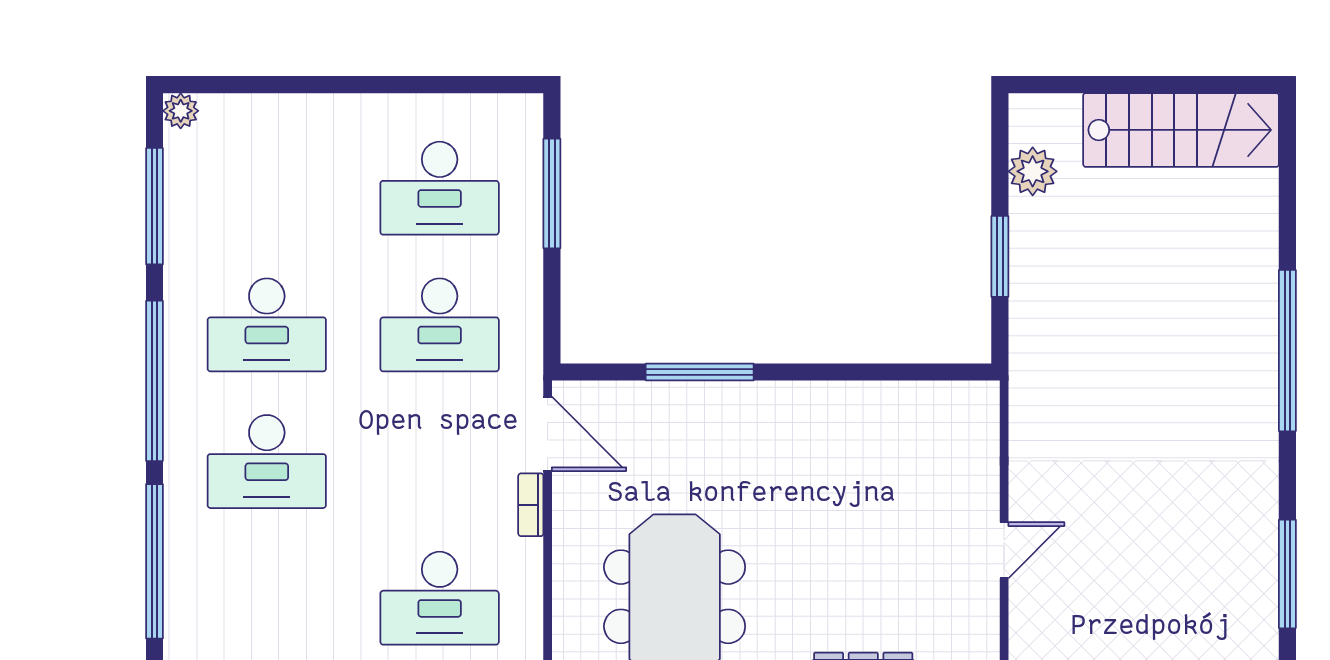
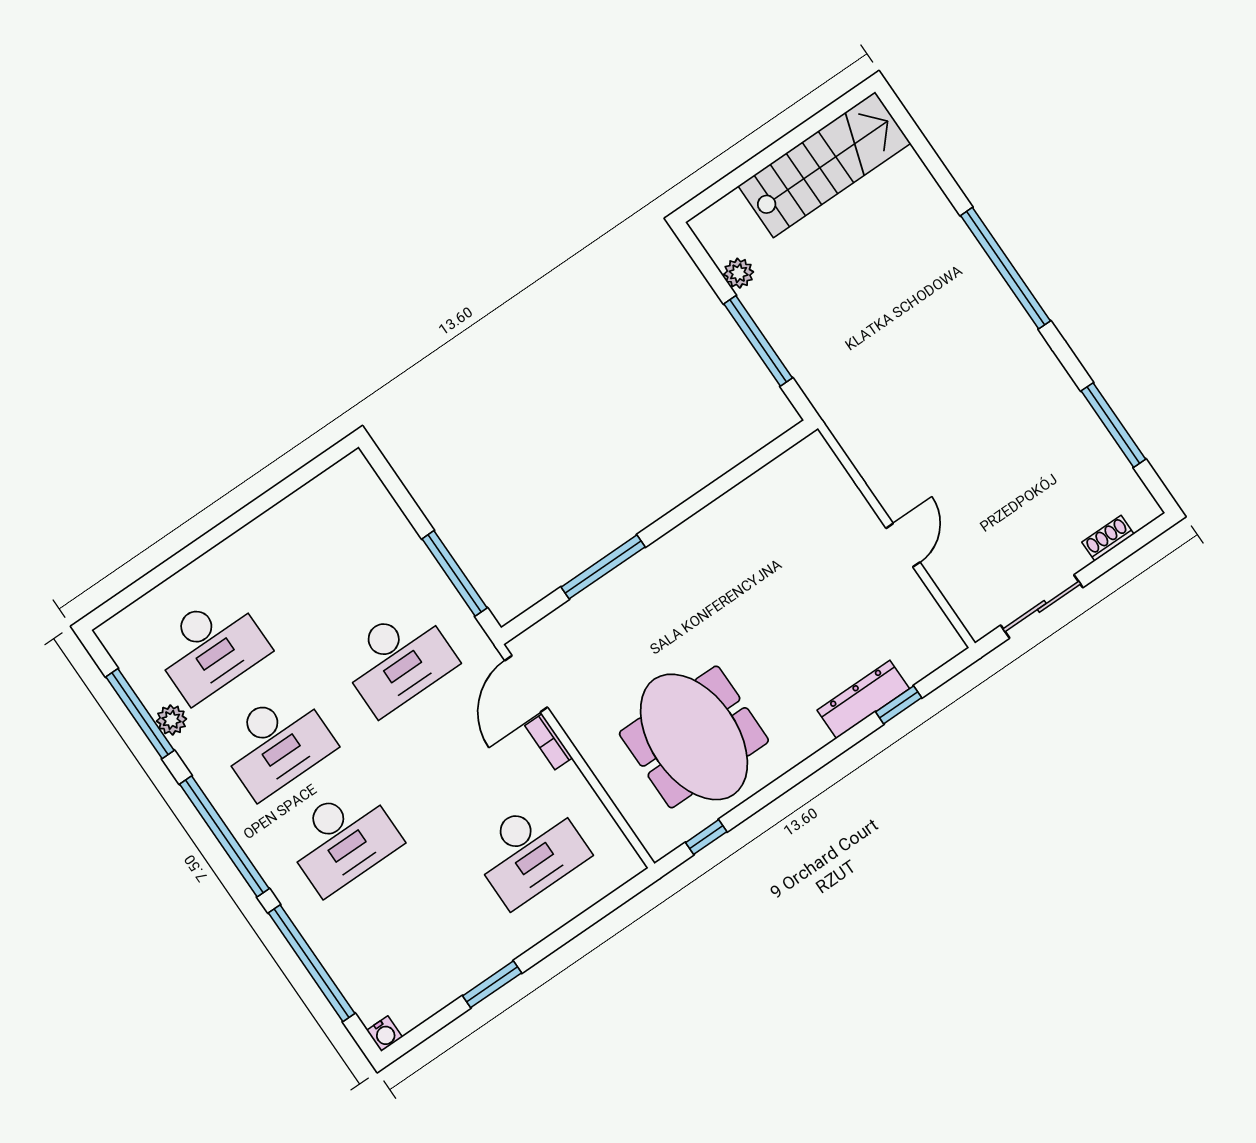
plant: (181, 111) -> (171, 720), moved
plant: (1033, 171) -> (739, 273), width x0.73, depth x0.73
desk: (440, 188) -> (210, 647), moved
window: (552, 194) -> (455, 573), moved
window: (1000, 256) -> (758, 341), width x1.44
door: (548, 434) -> (526, 684), swing flipped

